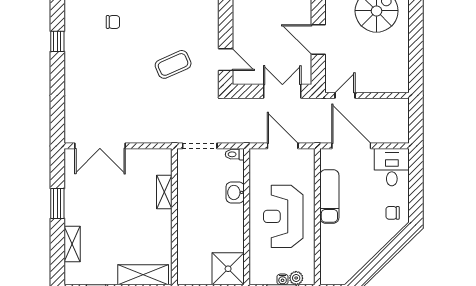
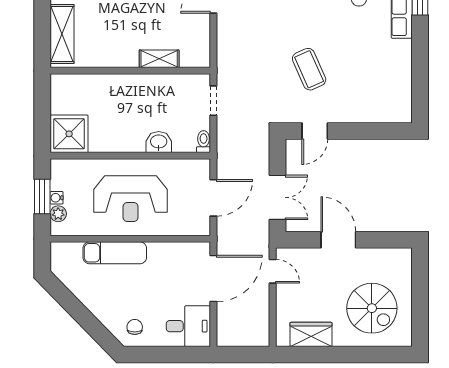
door: (318, 40) -> (338, 240), hinge flipped
wardrobe: (399, 63) -> (311, 334), added
doorway: (200, 146) -> (213, 101), width x0.73
exam couch: (329, 196) -> (115, 253), moved
reception desk: (283, 216) -> (131, 199), turned 180

